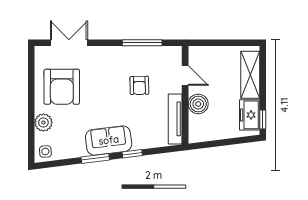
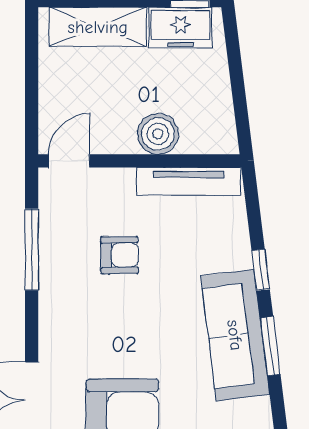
door: (185, 76) -> (69, 161), moved
sofa: (109, 140) -> (235, 335), width x1.36

